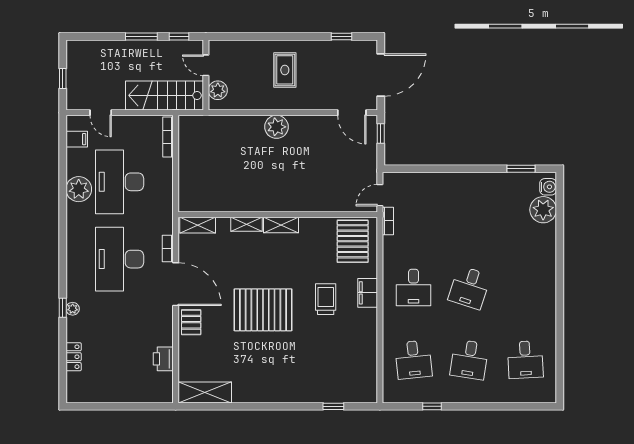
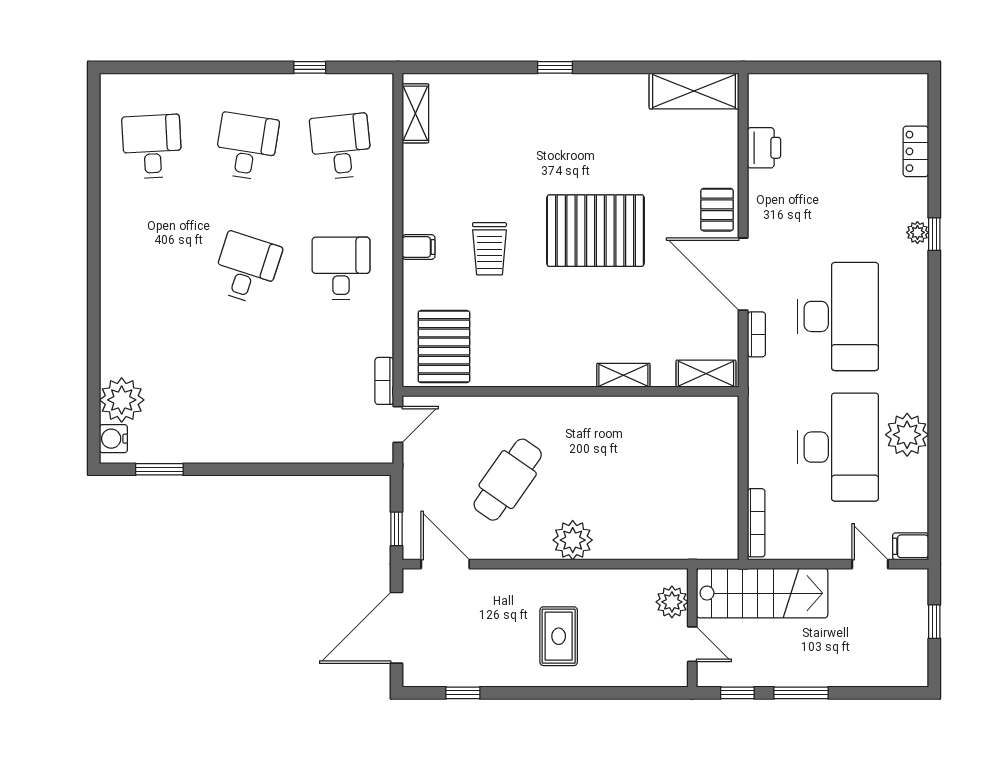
filing cabinet: (77, 139) -> (911, 546), moved
cafe table: (315, 163) -> (508, 480), added
shelving: (281, 225) -> (415, 113), moved, turned 90
filing cabinet: (368, 293) -> (419, 247), width x0.50
window: (333, 406) -> (555, 67), moved

